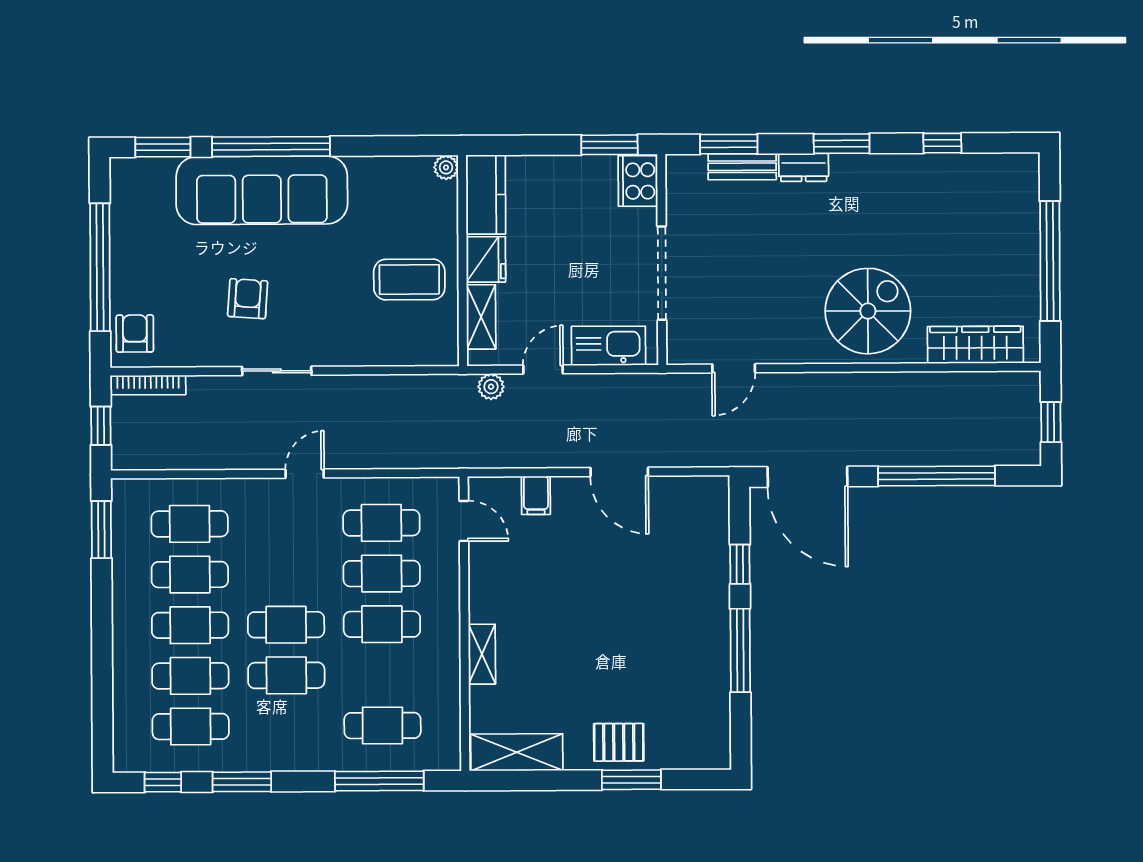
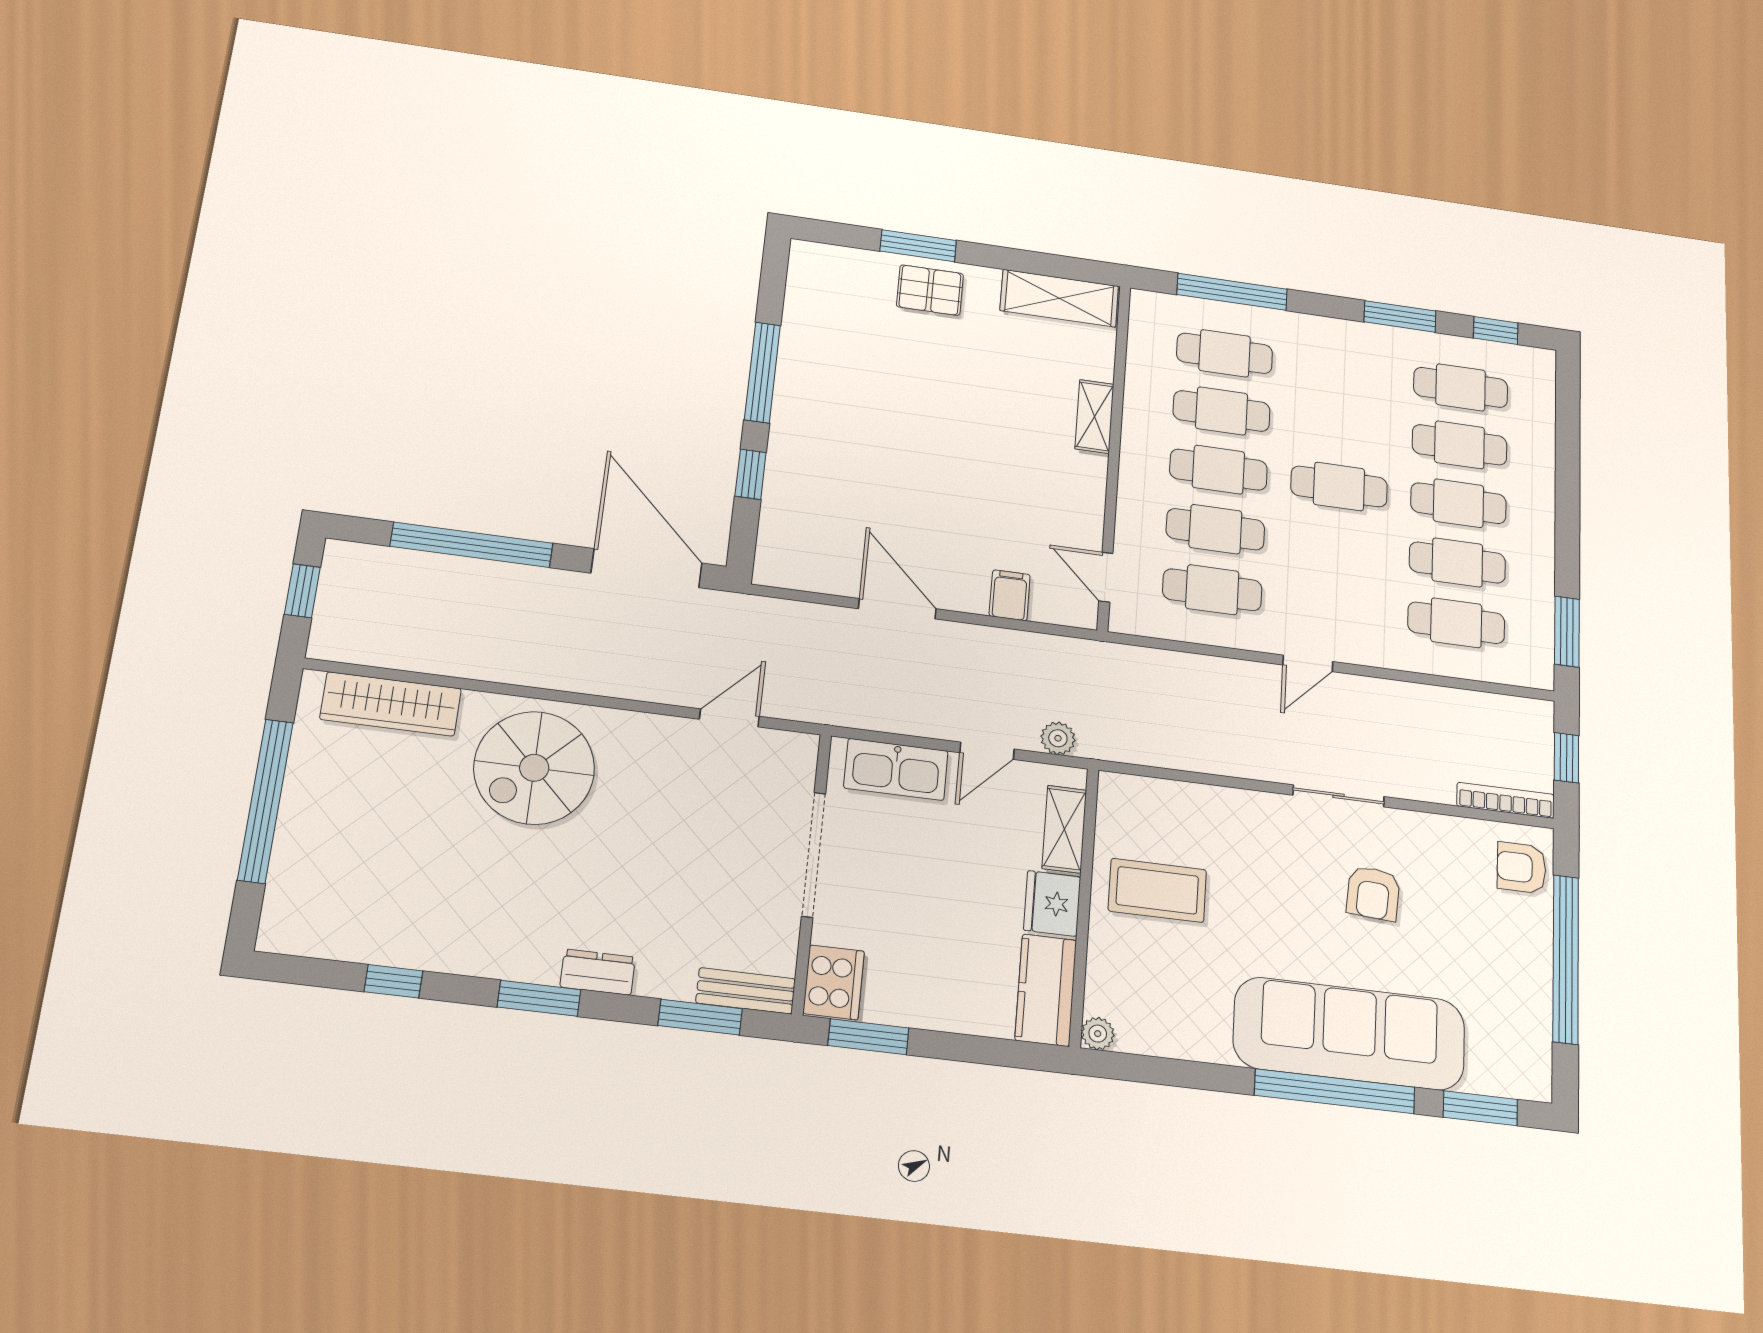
bench: (742, 167) -> (746, 991), moved
armchair: (135, 334) -> (1521, 868), turned 90
cafe table: (286, 675) -> (1222, 411), moved

